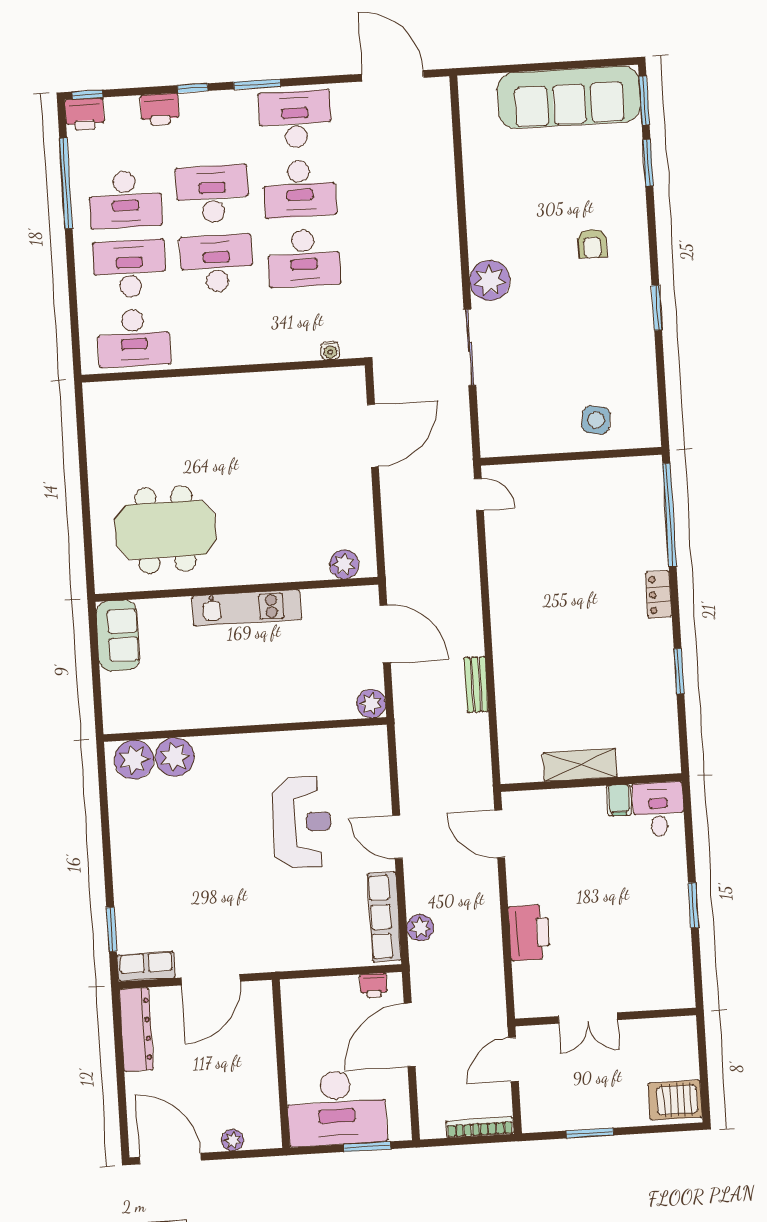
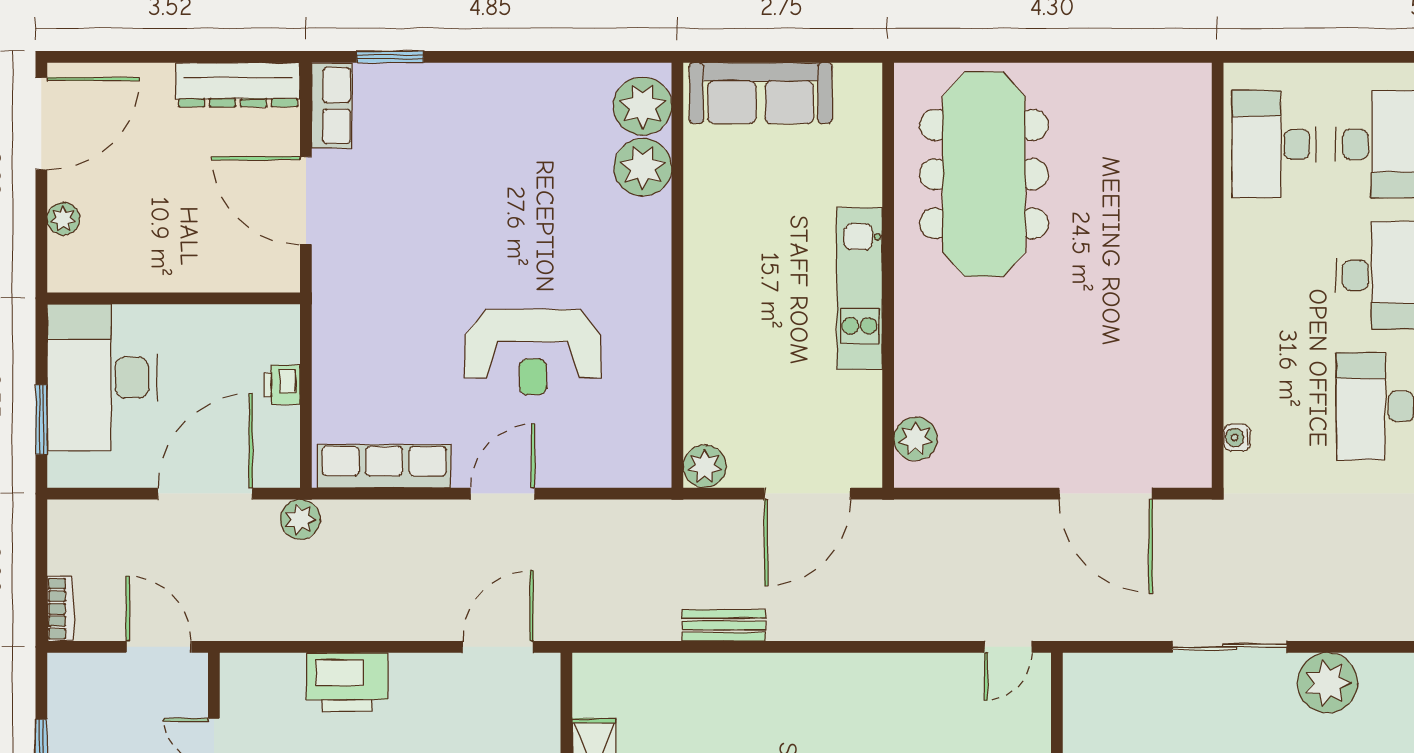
meeting table: (165, 530) -> (984, 174), width x1.36
sofa: (118, 636) -> (761, 93), moved, width x1.36
plant: (420, 928) -> (300, 519), moved
printer: (374, 986) -> (282, 385), moved
door: (410, 1035) -> (205, 494), hinge flipped
bookcase: (480, 1127) -> (60, 609), width x0.64

